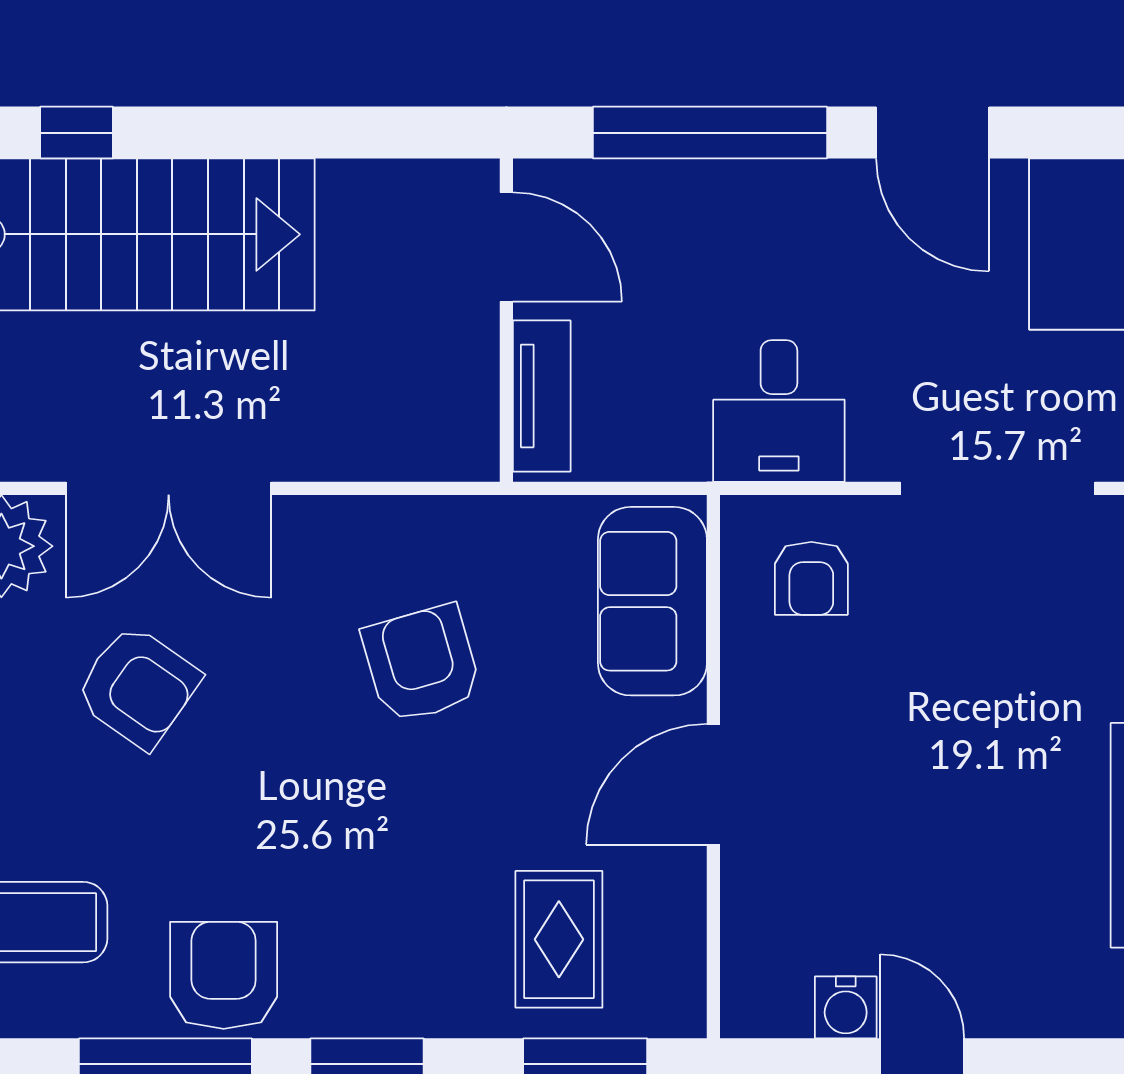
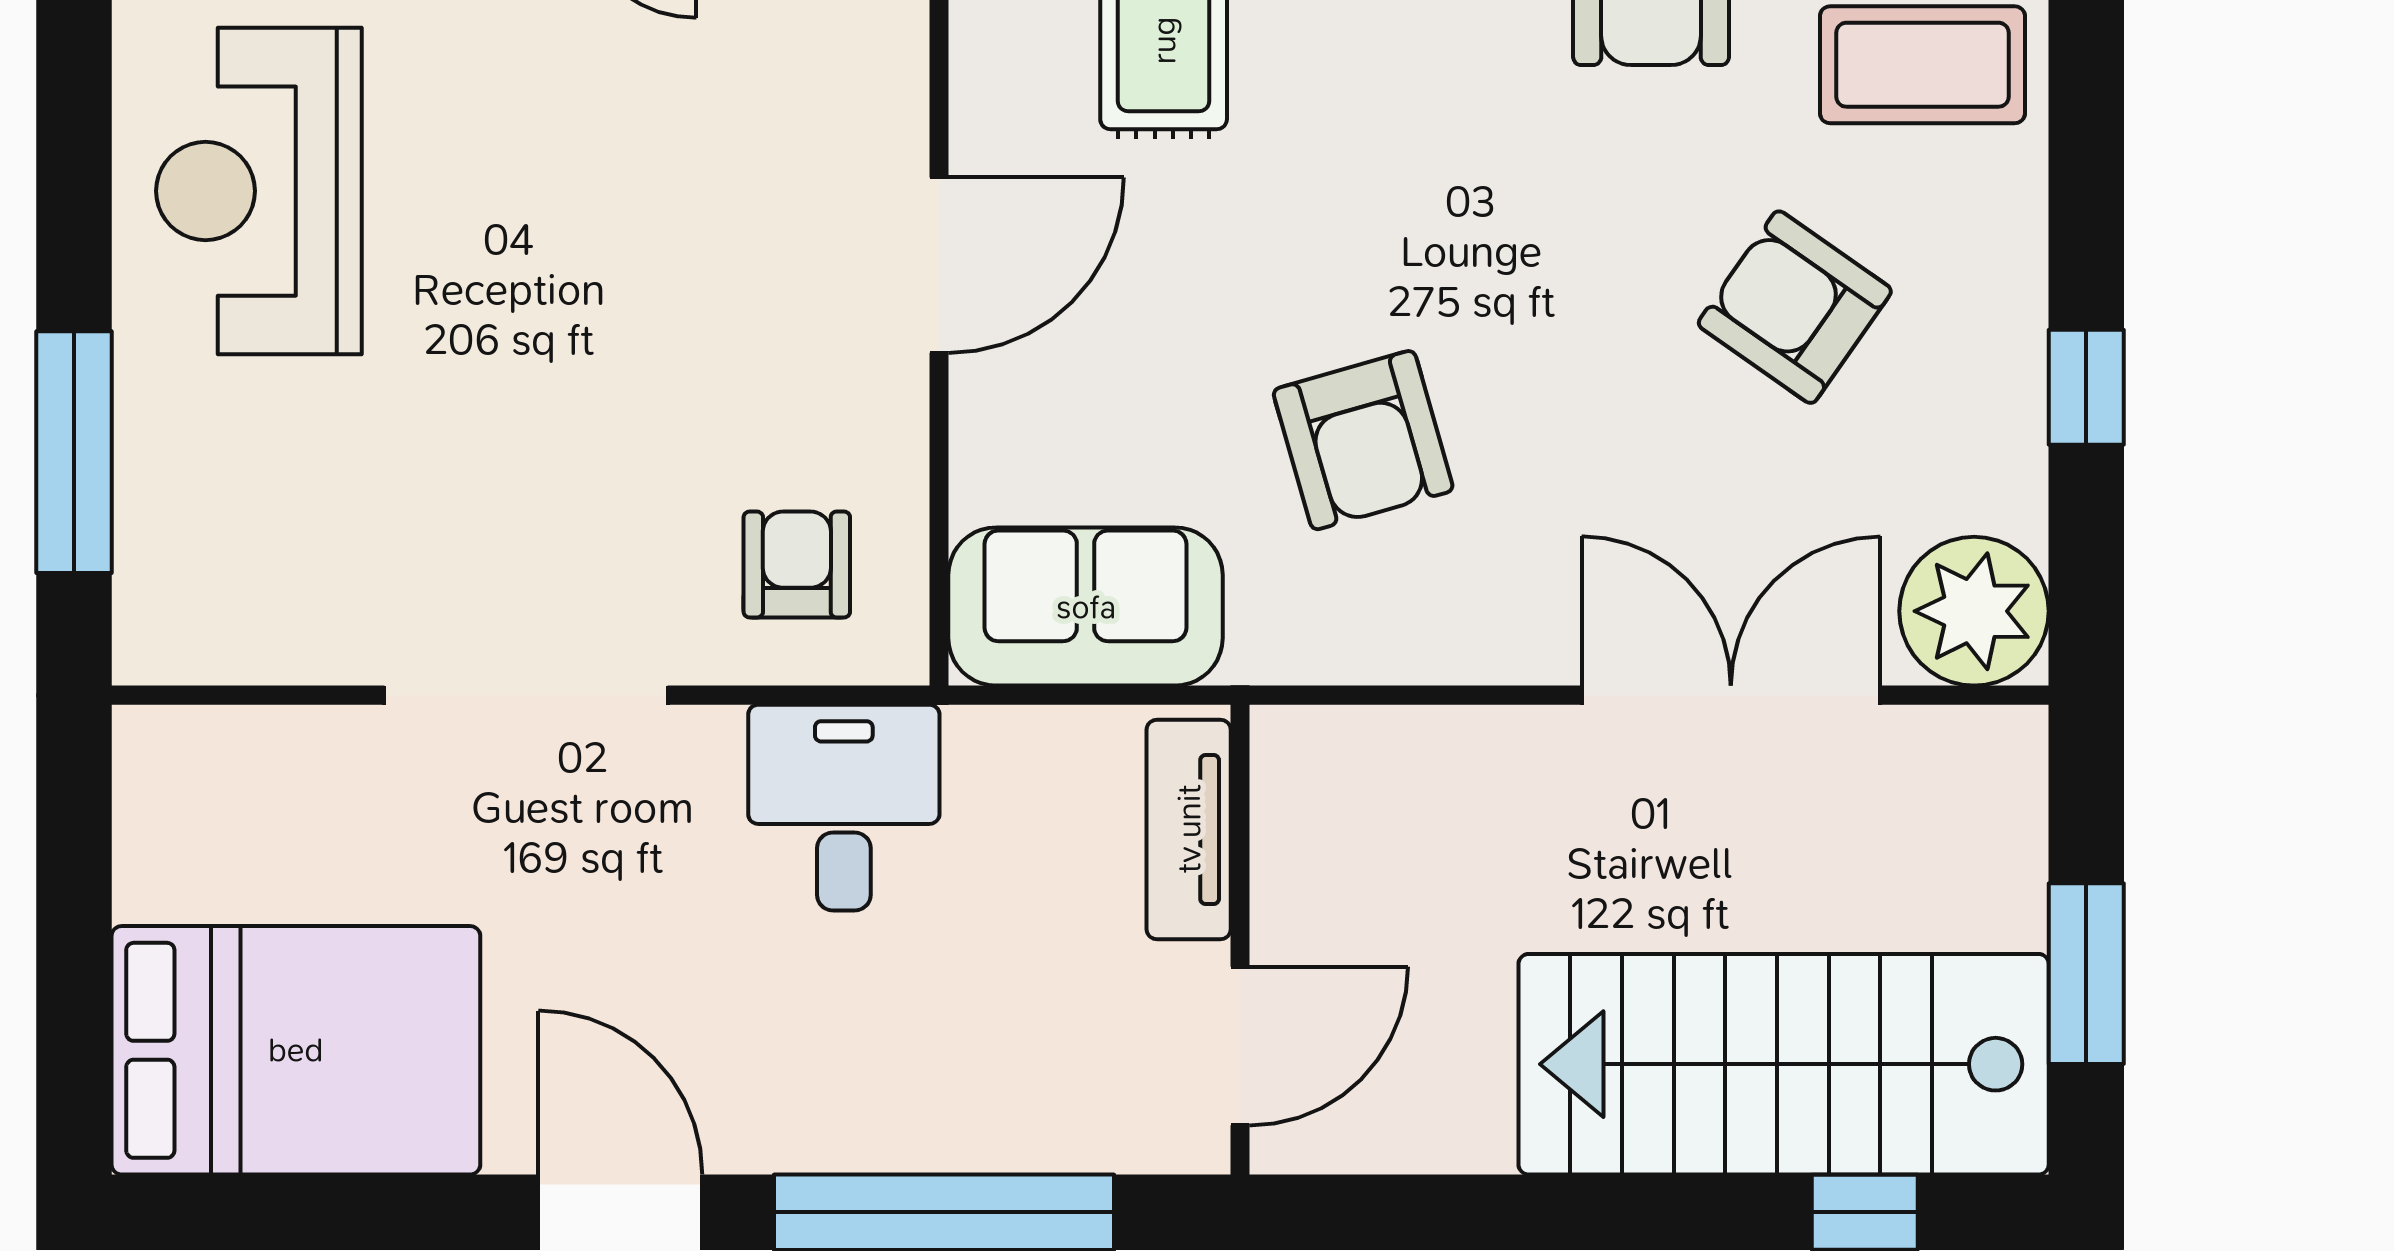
door: (506, 247) -> (1240, 1046), swing flipped
sofa: (652, 601) -> (1086, 607), moved, turned -90
armchair: (138, 687) -> (1795, 307), moved

